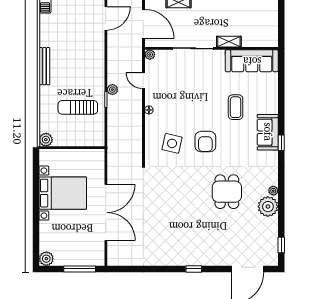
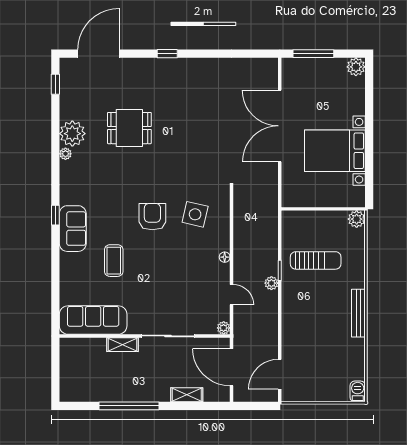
dining table: (227, 192) -> (129, 128), moved, turned 90

